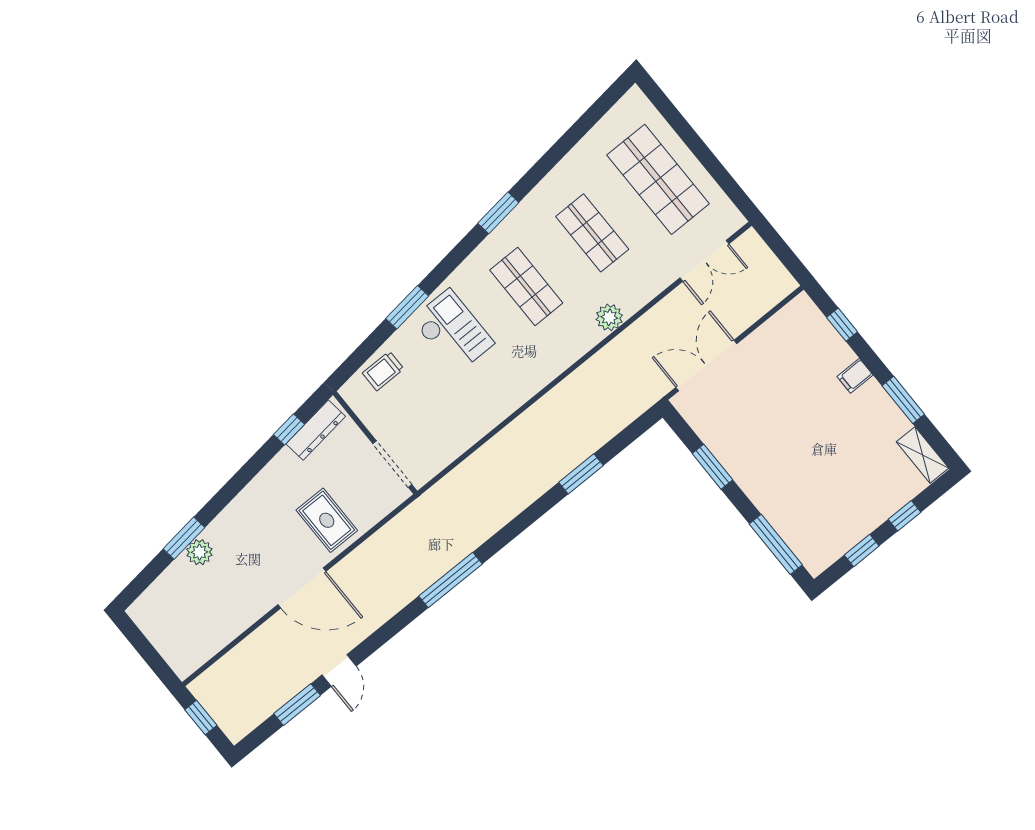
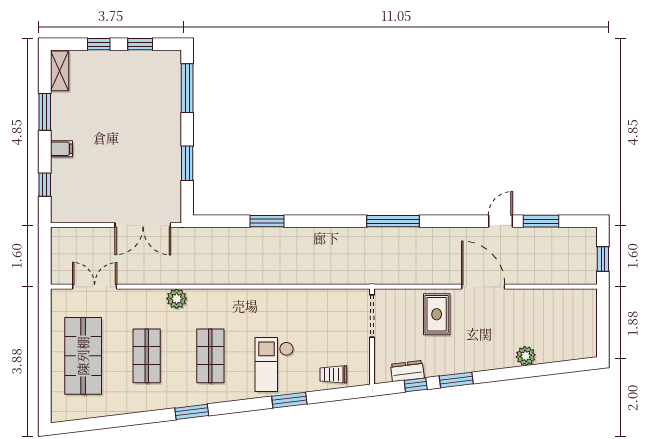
trolley: (383, 371) -> (333, 374), turned 180
dresser: (316, 430) -> (407, 371), width x0.70
window: (184, 538) -> (456, 380), moved

